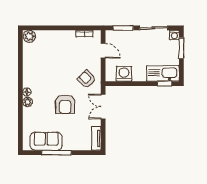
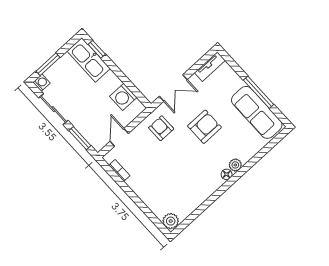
armchair: (87, 79) -> (161, 128), turned 136
sofa: (46, 141) -> (257, 112), width x1.36

